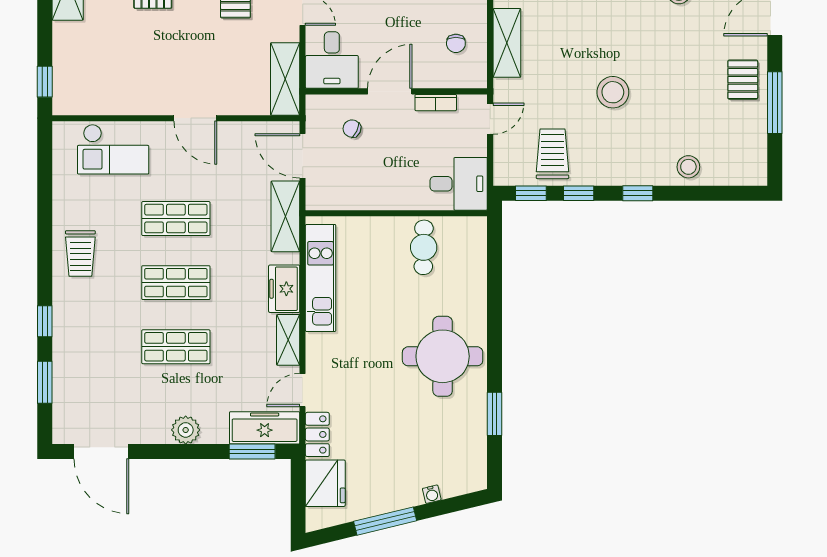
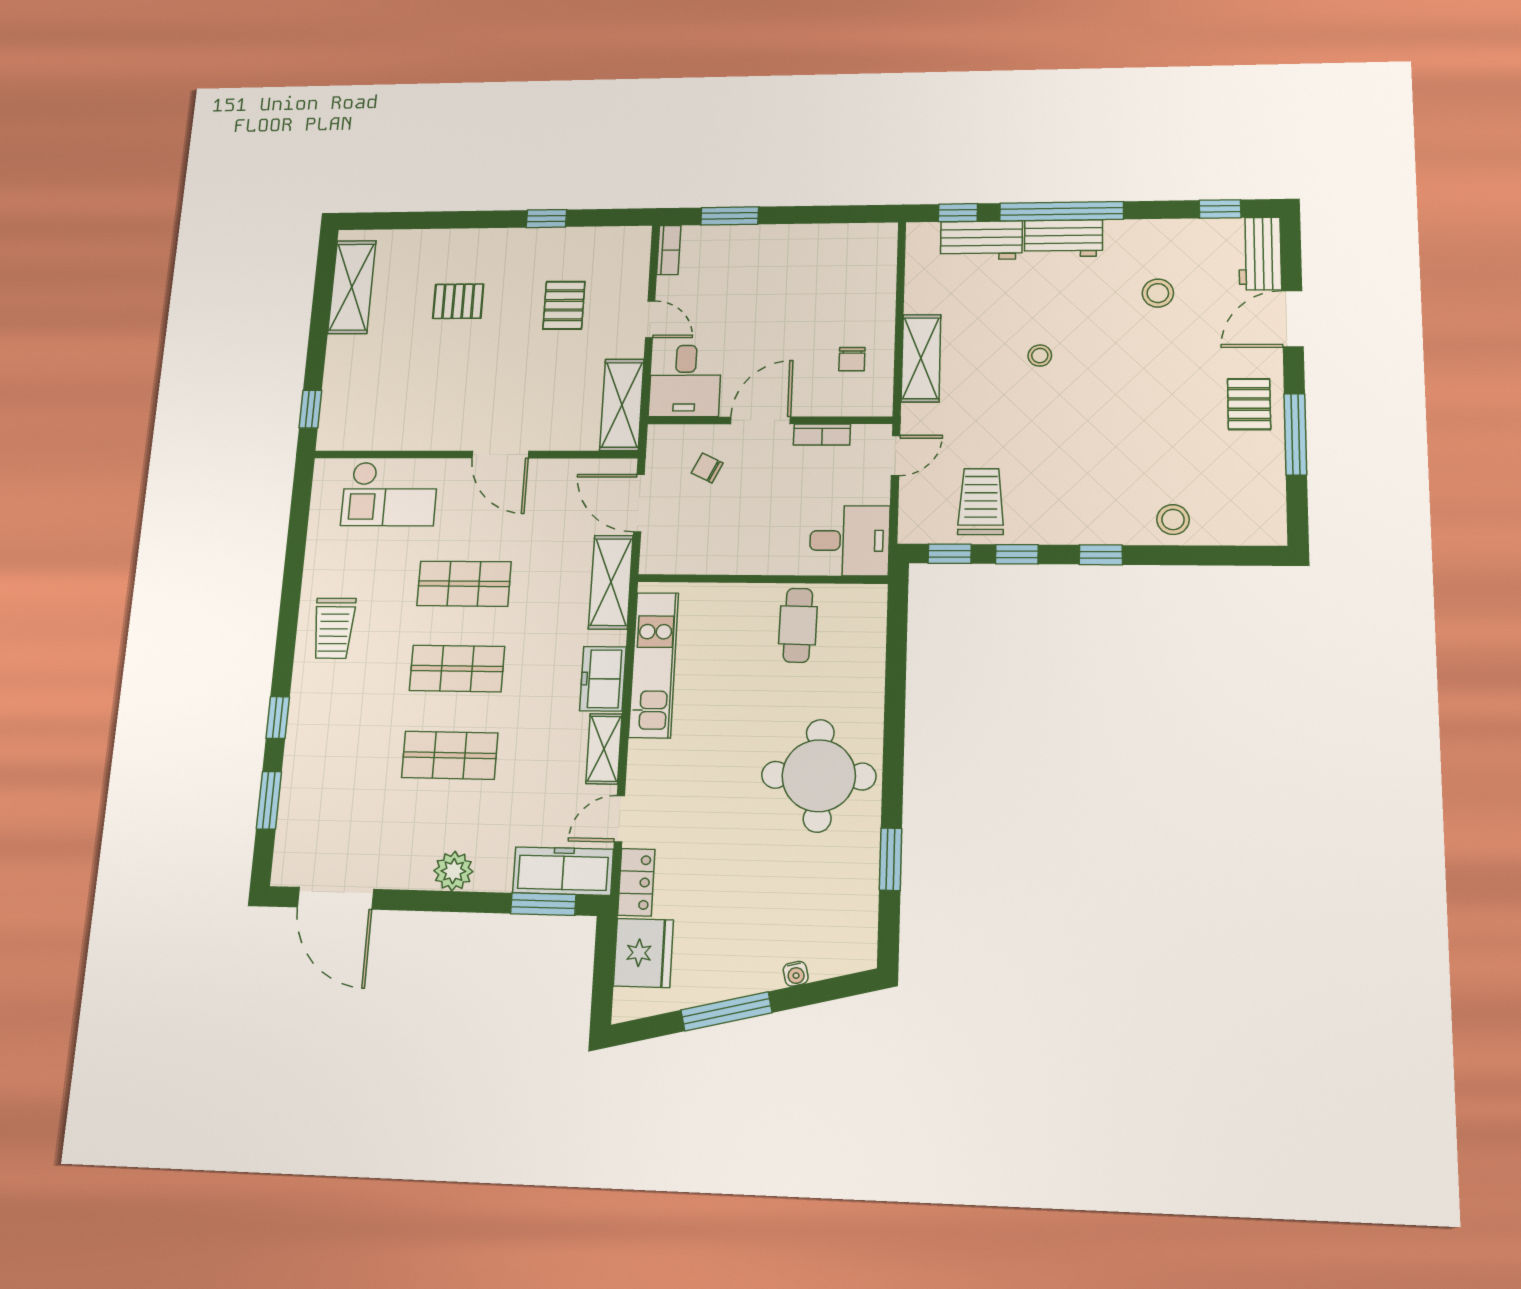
stool: (613, 92) -> (1040, 356), moved, width x0.53, depth x0.53

